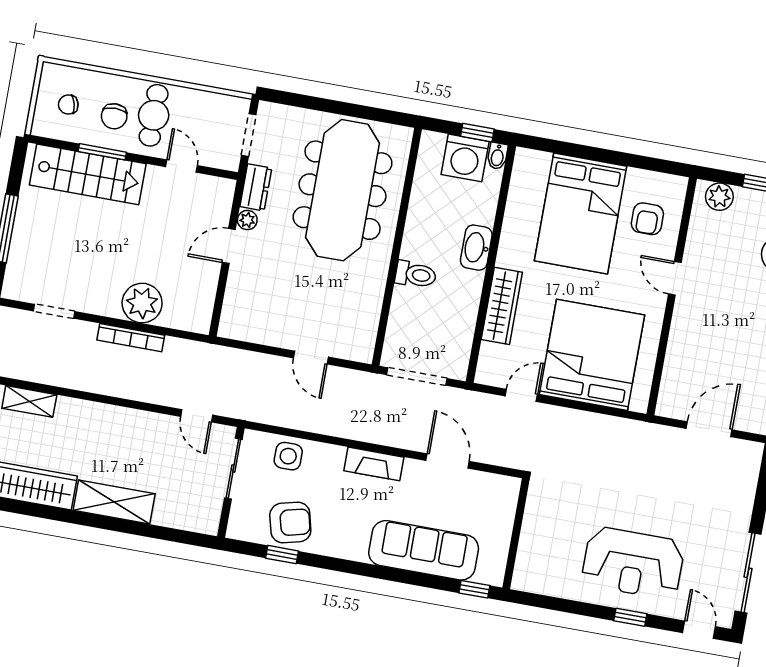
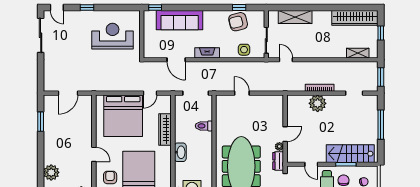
toilet: (416, 275) -> (204, 126), moved
shelving: (114, 502) -> (295, 17), moved
reception desk: (633, 563) -> (113, 36), moved

